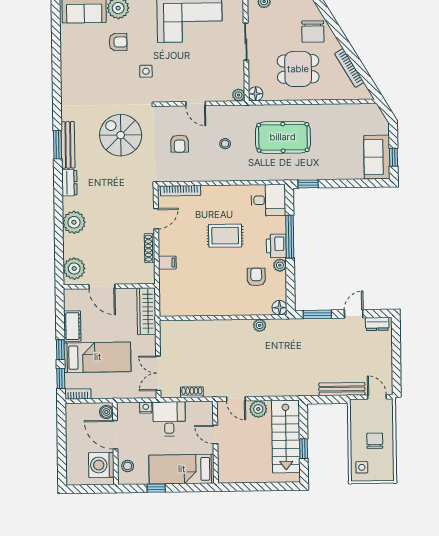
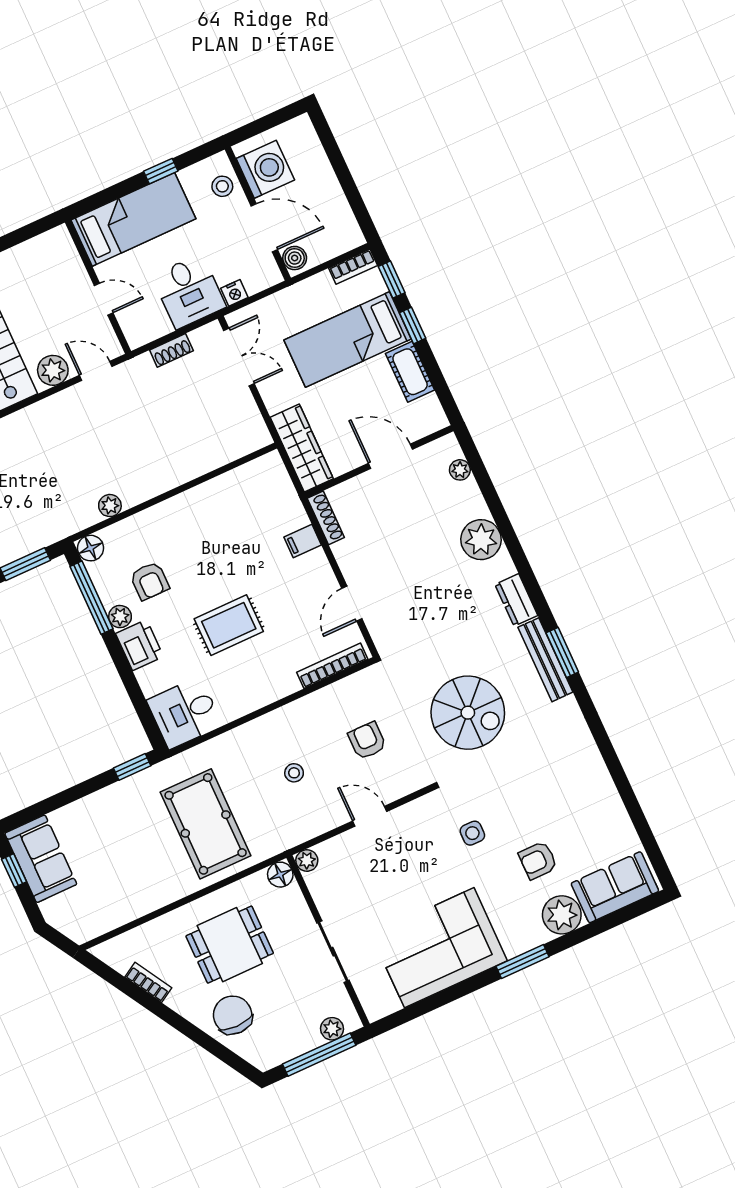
bookcase: (349, 68) -> (148, 982), width x0.64
pool table: (283, 137) -> (206, 824), turned 90
window: (290, 237) -> (91, 598), moved
shoe rack: (150, 248) -> (326, 518), moved
plant: (74, 269) -> (460, 470), width x0.53, depth x0.53

